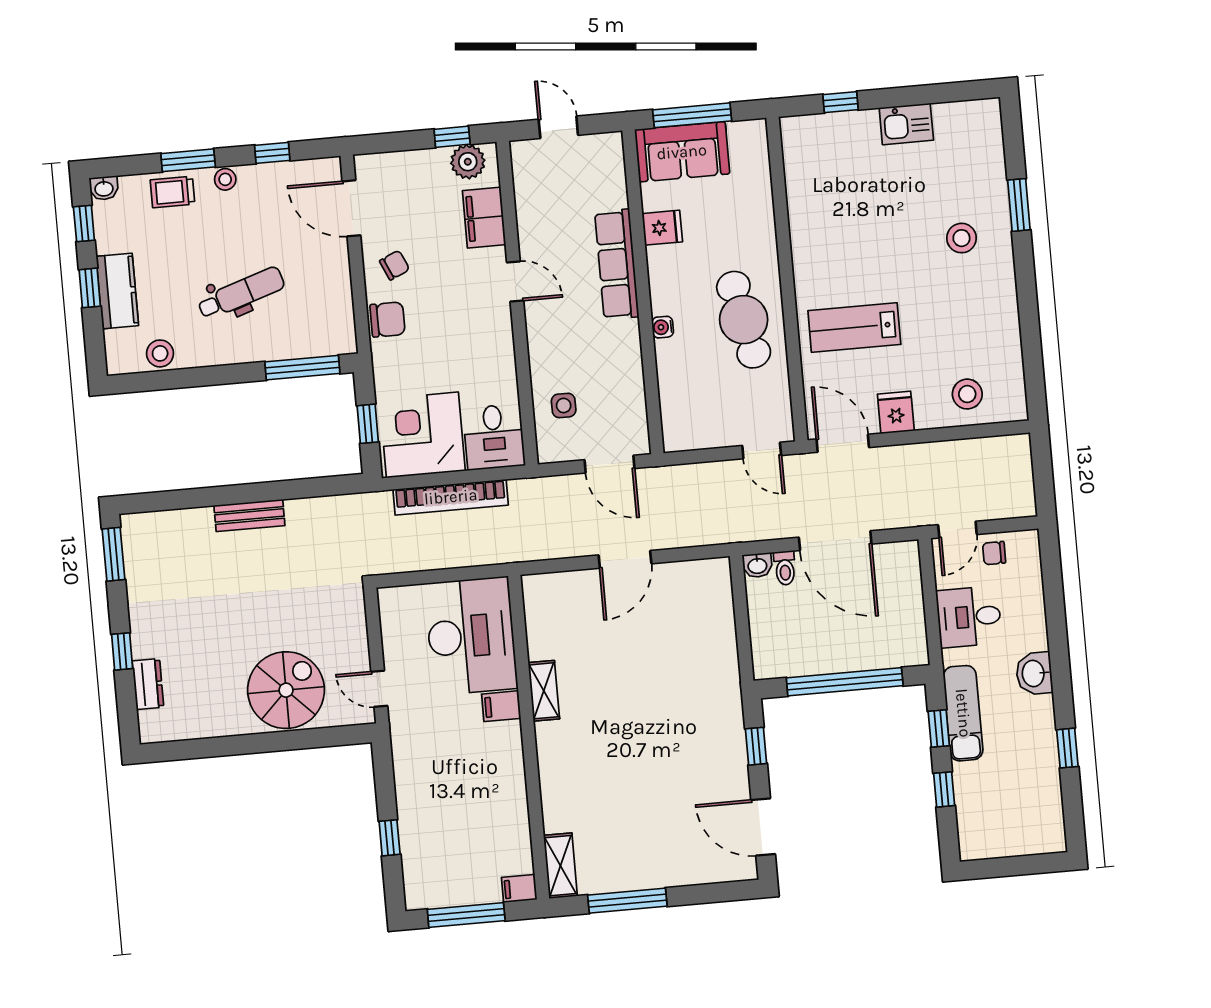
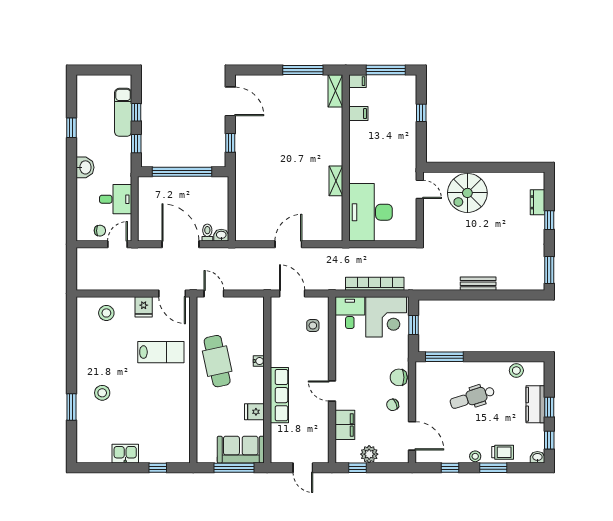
plant: (468, 162) -> (369, 454), moved
filing cabinet: (501, 706) -> (358, 114), moved
exam couch: (963, 713) -> (123, 112), moved

